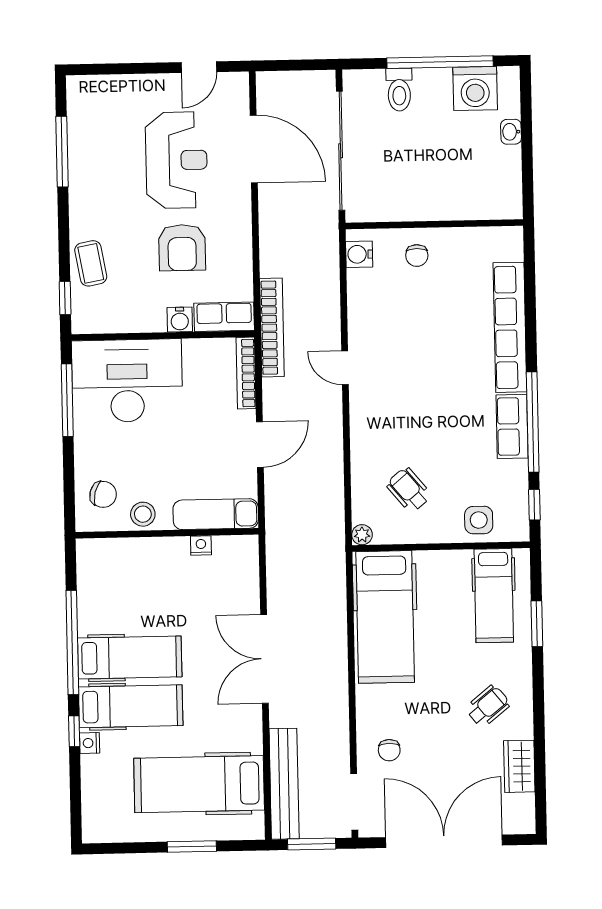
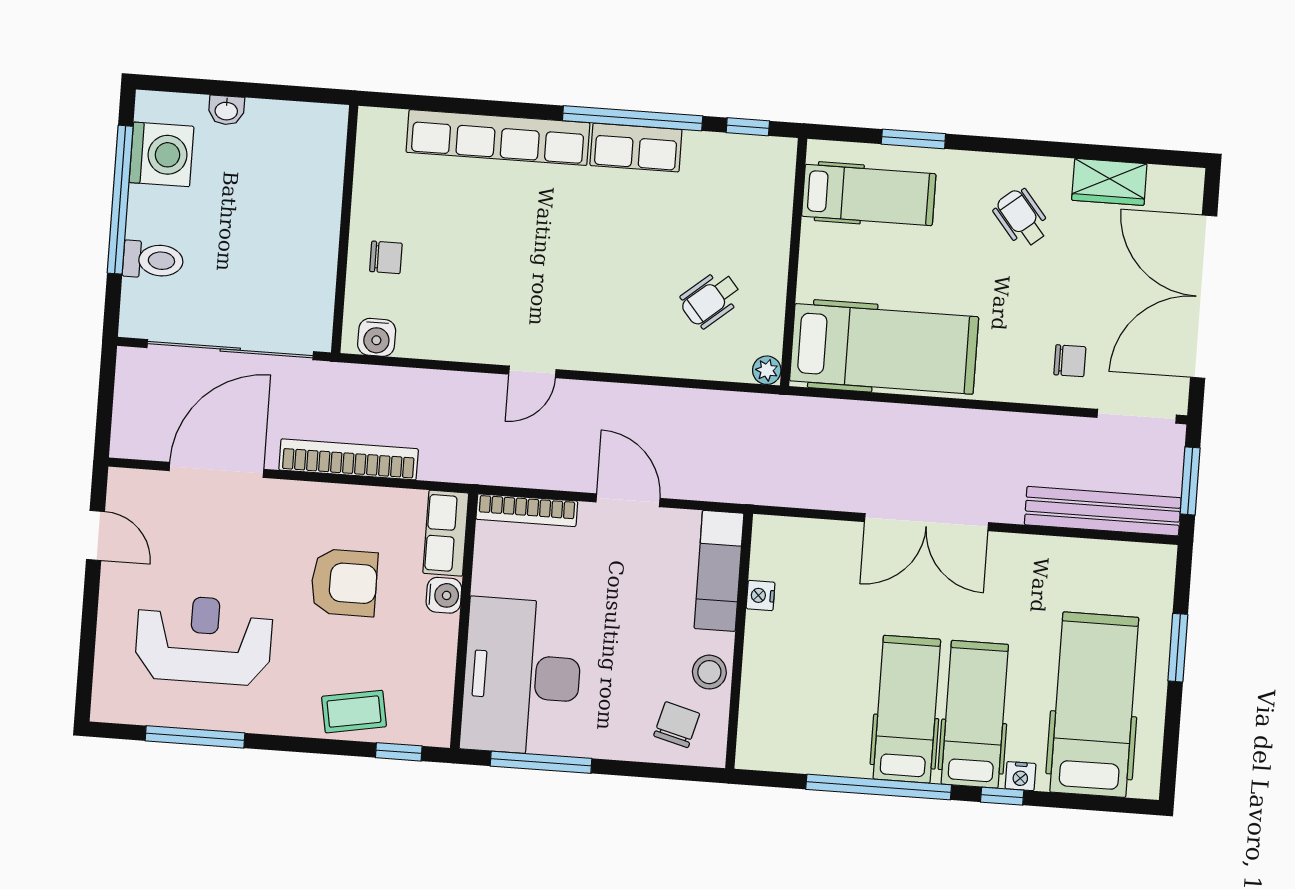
reception desk: (176, 160) -> (204, 640), moved
bookcase: (272, 328) -> (349, 459), moved
side table: (479, 520) -> (762, 206), removed
hospital bed: (199, 784) -> (1094, 705), moved, turned 180

